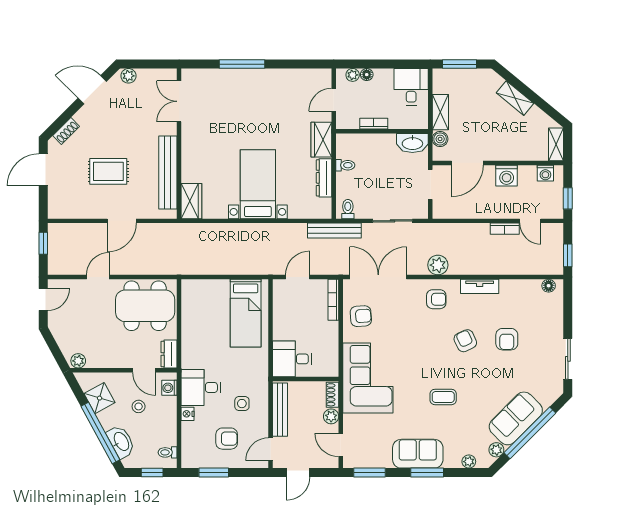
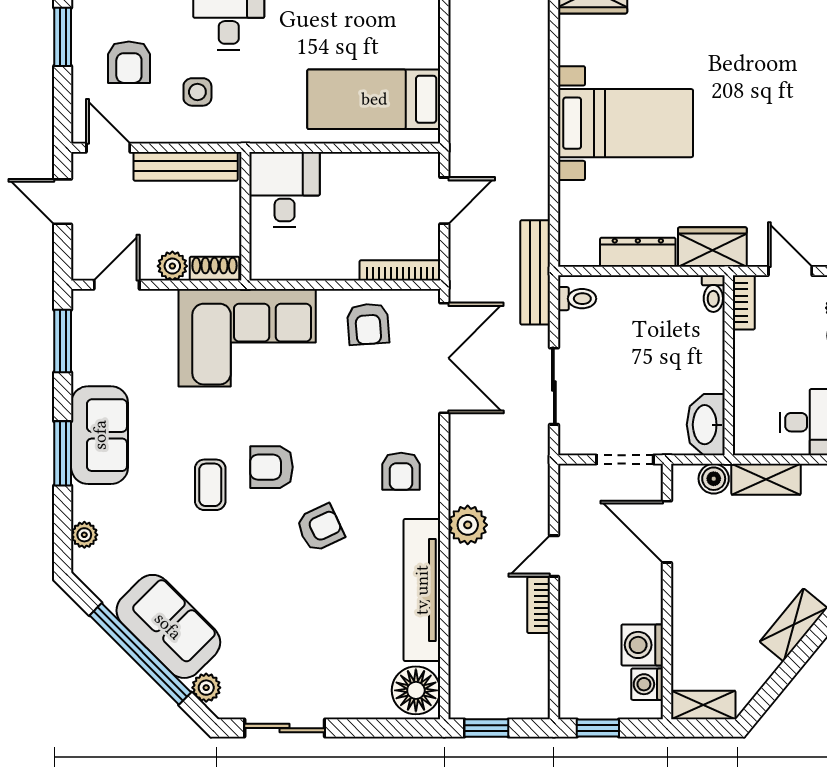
bookcase: (374, 124) -> (744, 302), moved
toilet: (345, 165) -> (713, 294), moved
washing machine: (507, 176) -> (642, 645), moved
door: (530, 221) -> (554, 556), moved
plant: (438, 265) -> (468, 525), moved
door: (298, 277) -> (444, 201), hinge flipped
tv unit: (480, 286) -> (422, 590), width x1.92, depth x1.29
floor lamp: (549, 286) -> (416, 690), width x1.89, depth x1.89
armchair: (507, 339) -> (271, 467), moved
plant: (496, 450) -> (206, 688), moved

